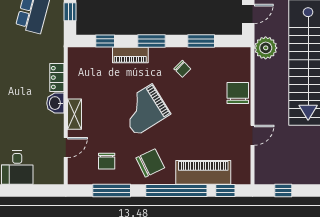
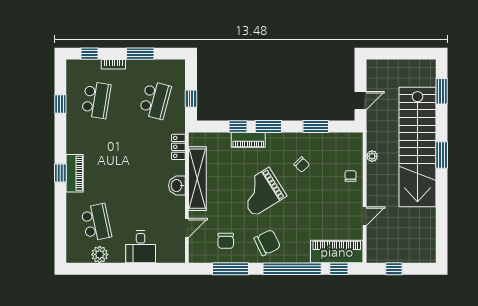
window: (105, 41) -> (238, 127), moved
plant: (266, 48) -> (372, 156), moved, width x0.53, depth x0.53
chair: (182, 69) -> (302, 165), moved
locker: (57, 78) -> (178, 147), moved
chair: (238, 93) -> (351, 176), width x0.54, depth x0.54
shelving: (75, 114) -> (197, 179), width x2.20, depth x1.33
piano: (203, 172) -> (337, 252), moved

